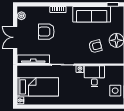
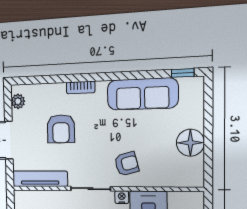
armchair: (46, 32) -> (61, 129), turned -90
armchair: (95, 46) -> (127, 164), moved

